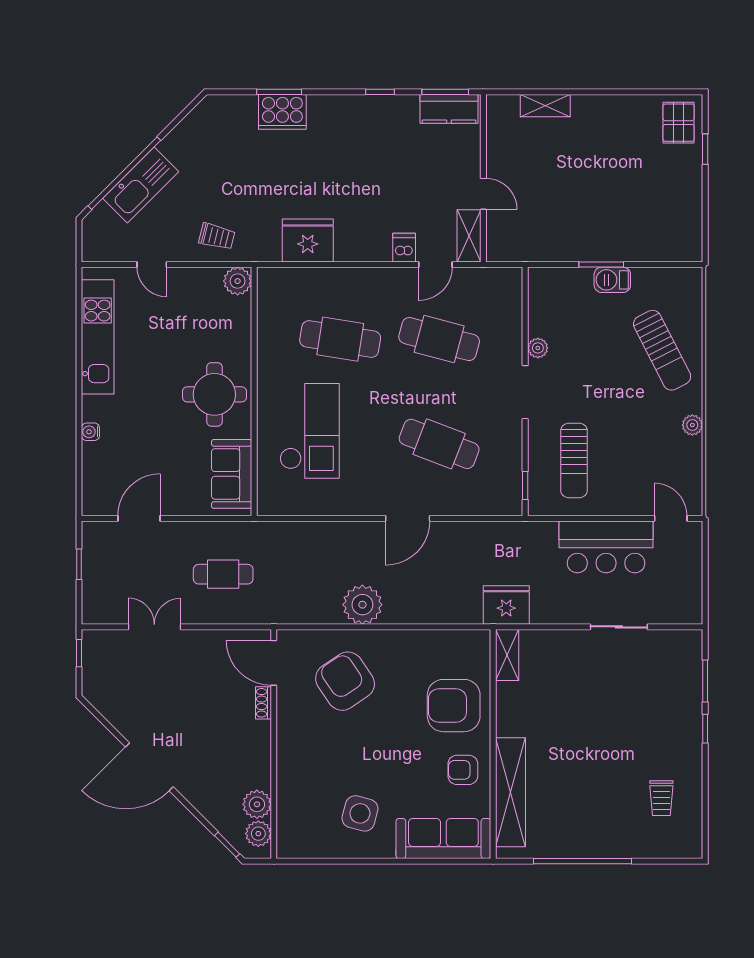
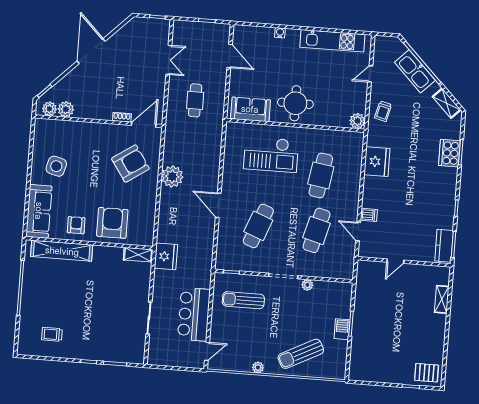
shelving: (469, 236) -> (447, 103), moved, turned 45

